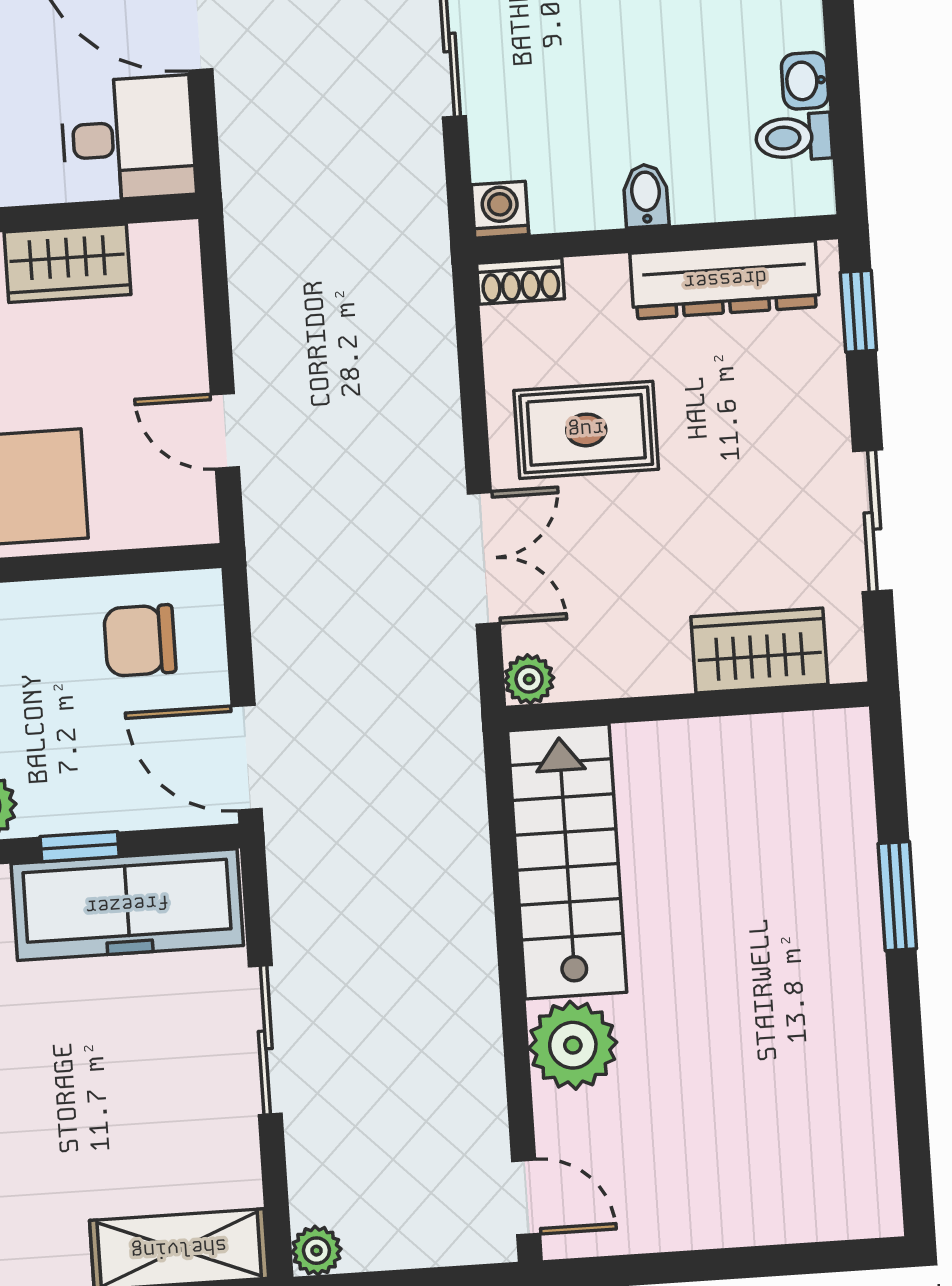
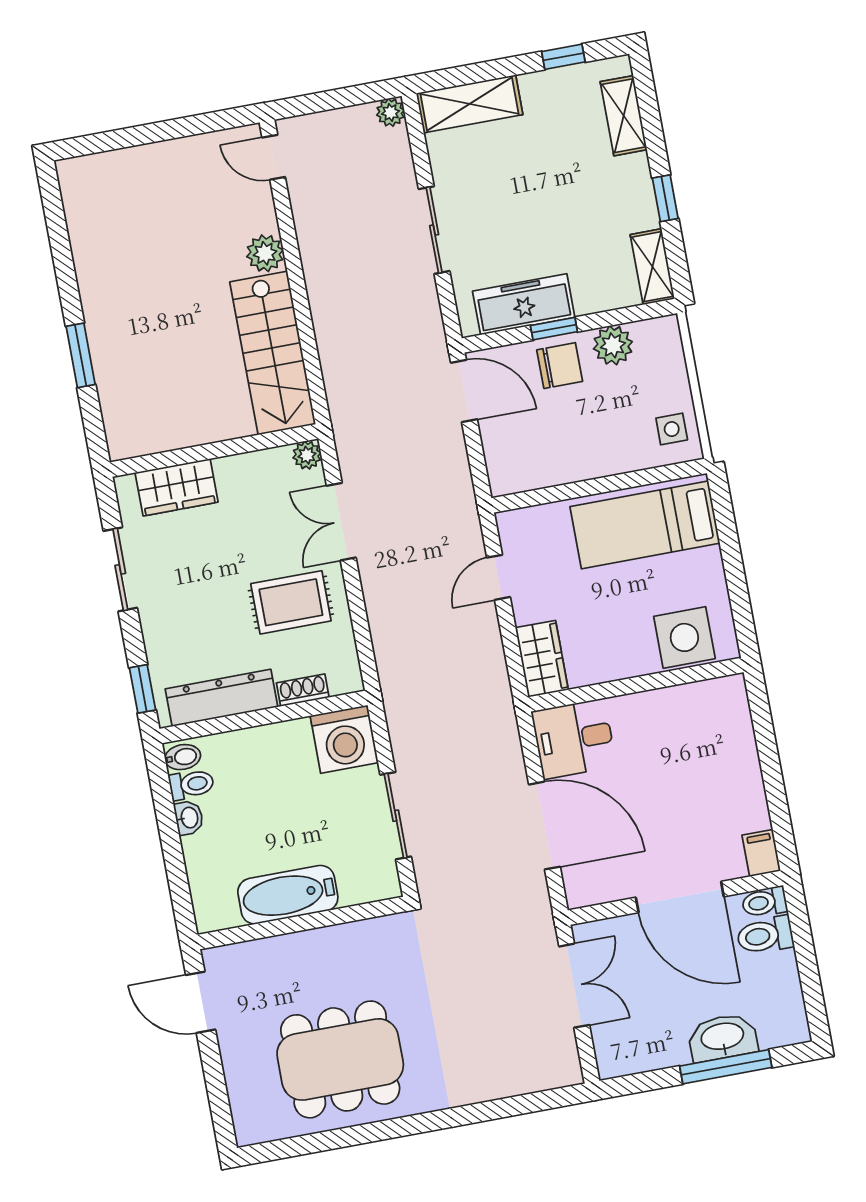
bidet: (646, 196) -> (183, 757), moved, turned -90
washing machine: (500, 210) -> (344, 739), width x1.89, depth x1.89
wardrobe: (67, 263) -> (542, 659), moved, turned 90
shoe rack: (520, 281) -> (303, 690), moved
door: (225, 431) -> (499, 577), swing flipped
chair: (140, 640) -> (560, 366), moved
freezer: (127, 905) -> (524, 304), width x0.73, depth x0.79
plant: (573, 1045) -> (265, 253), width x0.73, depth x0.73

